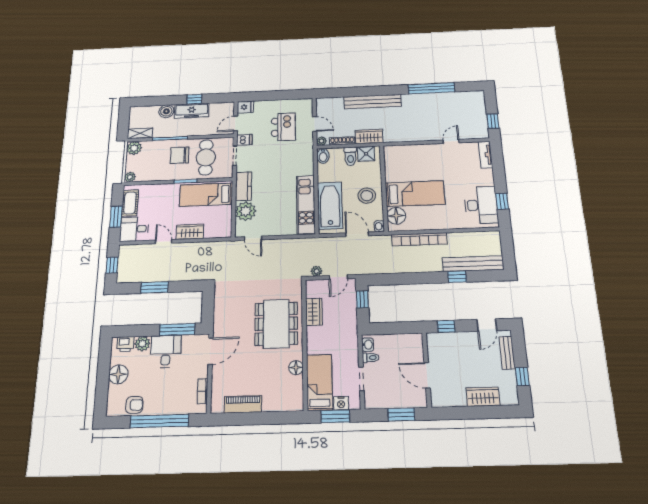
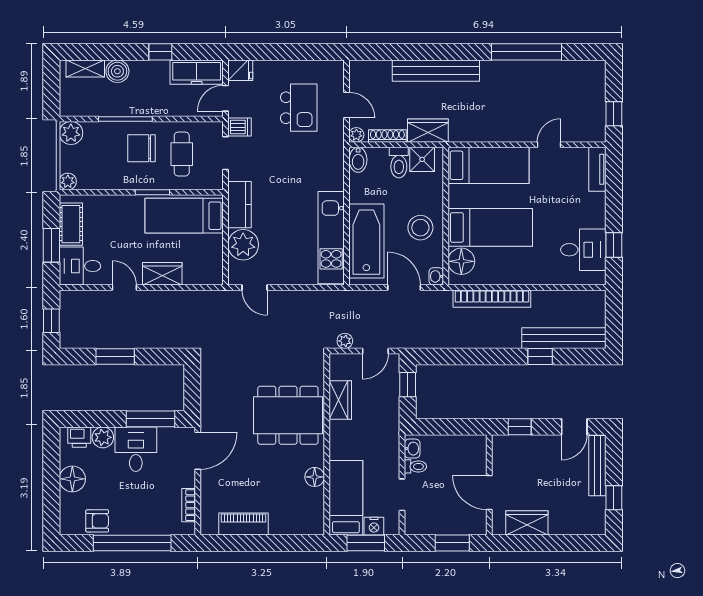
freezer: (192, 111) -> (197, 72), moved
shelving: (140, 133) -> (85, 68), moved
bed: (411, 155) -> (489, 165), added
cafe table: (206, 157) -> (182, 154), width x0.73, depth x0.74
desk: (481, 205) -> (583, 250), width x0.73
dining table: (276, 324) -> (288, 415), turned 90
bench: (507, 353) -> (597, 466), width x1.36
wardrobe: (483, 397) -> (527, 523), moved

